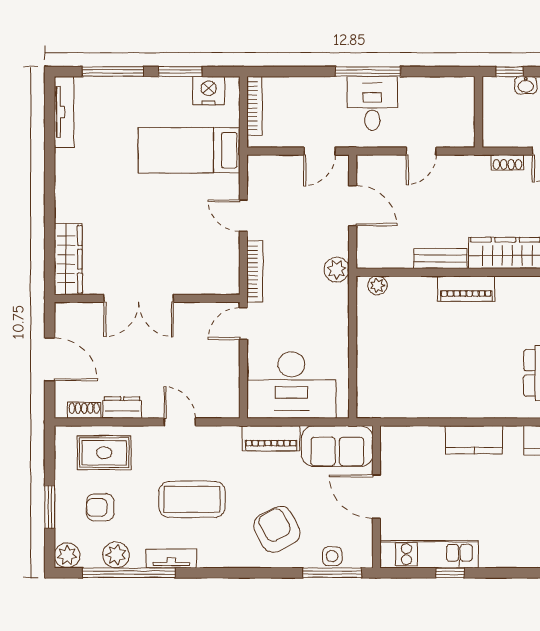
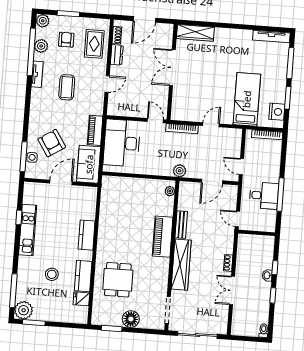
wall: (479, 112) -> (257, 233), moved
piano: (466, 289) -> (163, 237), width x1.37, depth x1.33
coffee table: (192, 499) -> (67, 87), width x0.73, depth x0.76
armchair: (277, 529) -> (52, 143), moved, turned -95
kitchen unit: (429, 554) -> (28, 230), moved

